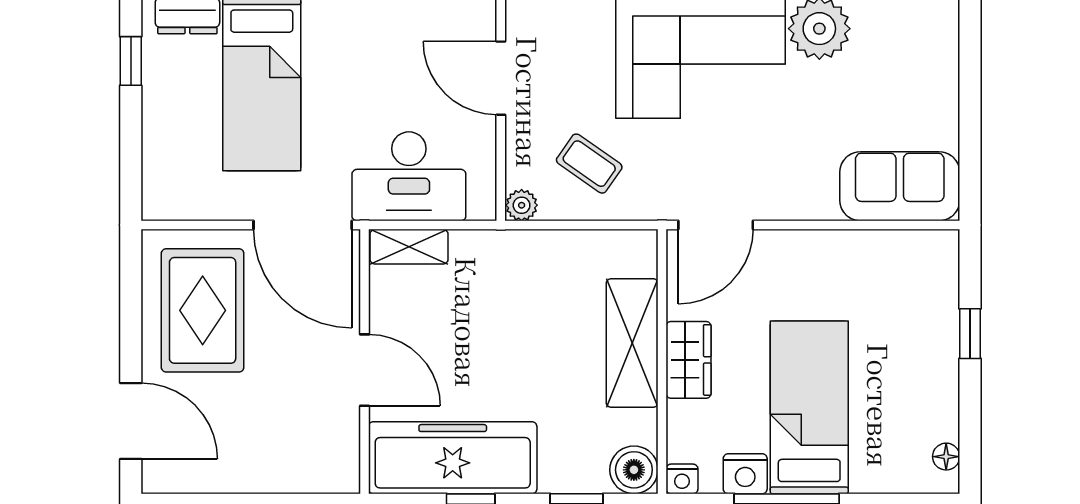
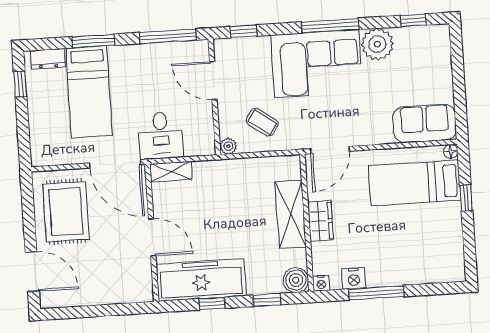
desk: (409, 176) -> (161, 135), width x0.73
bed: (809, 407) -> (415, 183), moved, turned -90
floor lamp: (946, 457) -> (451, 151), moved

